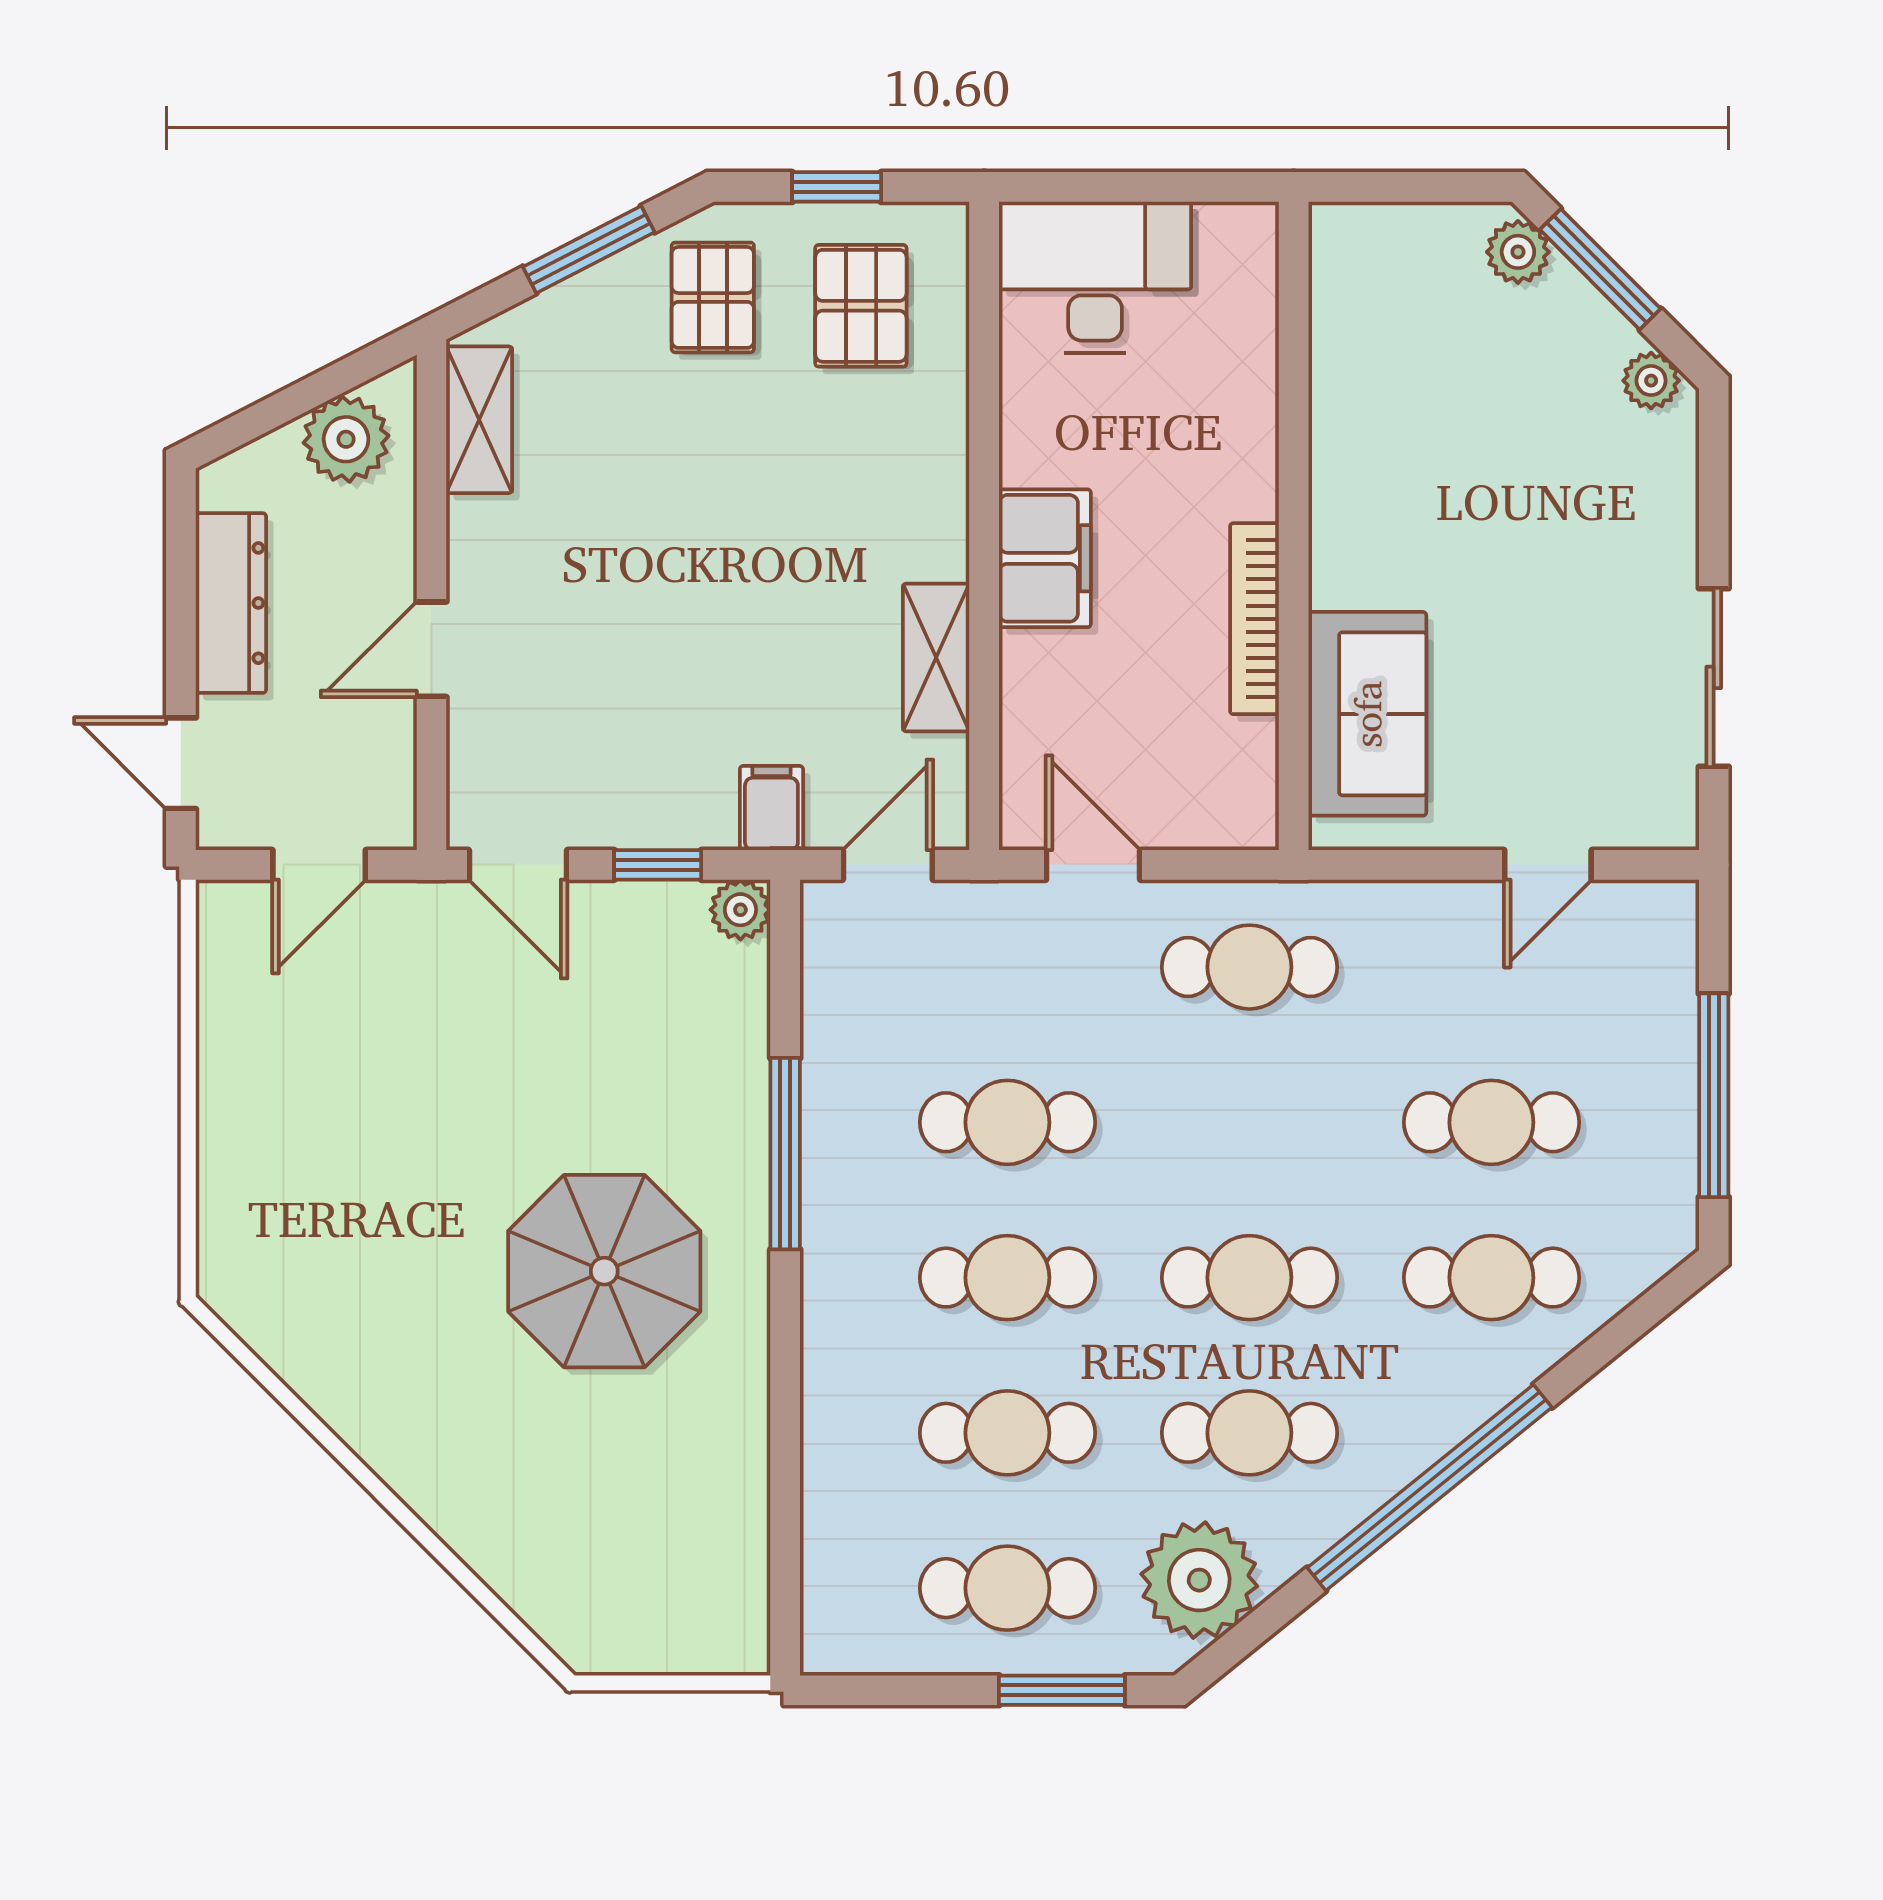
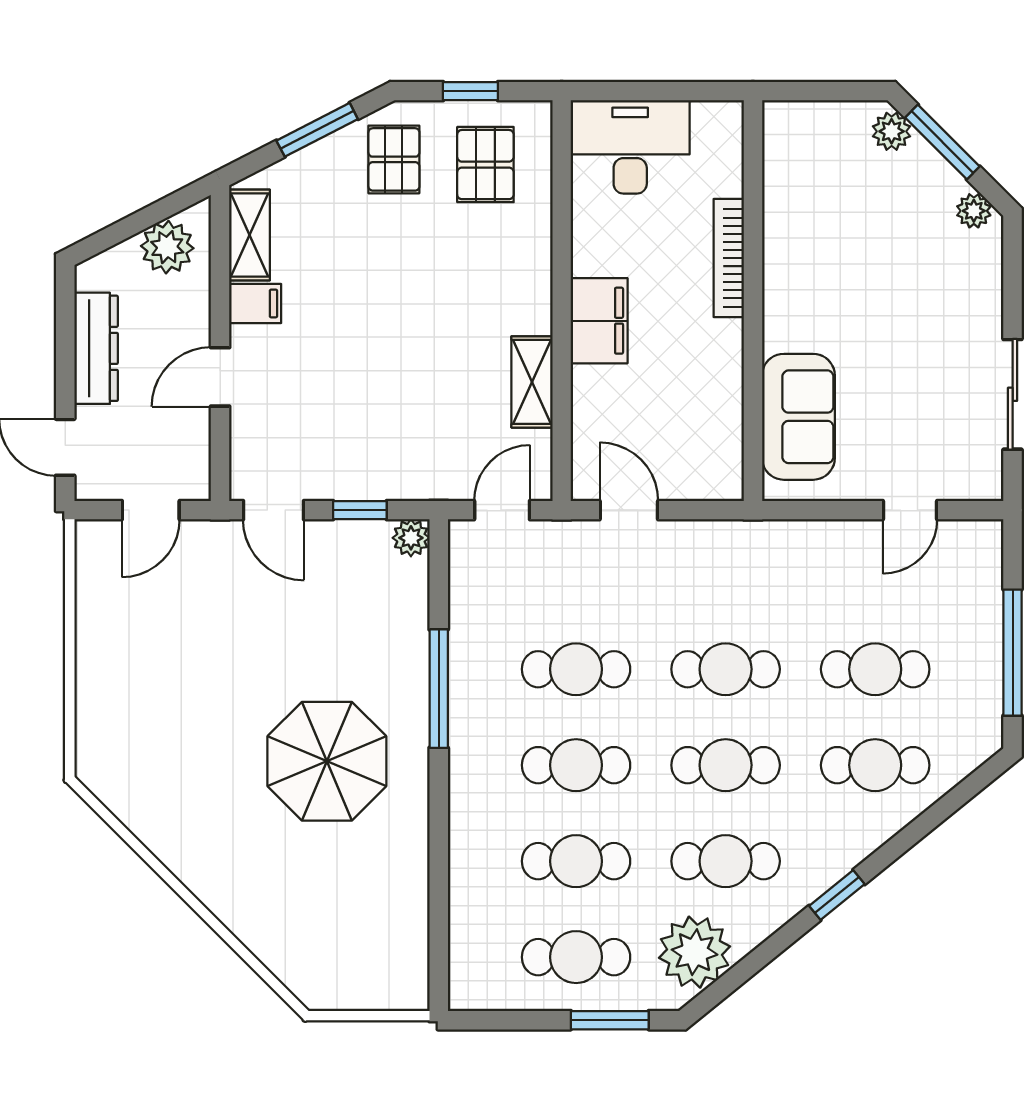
bookcase: (1254, 619) -> (729, 258), moved
filing cabinet: (771, 808) -> (255, 303), moved, turned 90
cafe table: (1249, 967) -> (726, 669), moved
window: (1430, 1488) -> (837, 895), width x0.32

